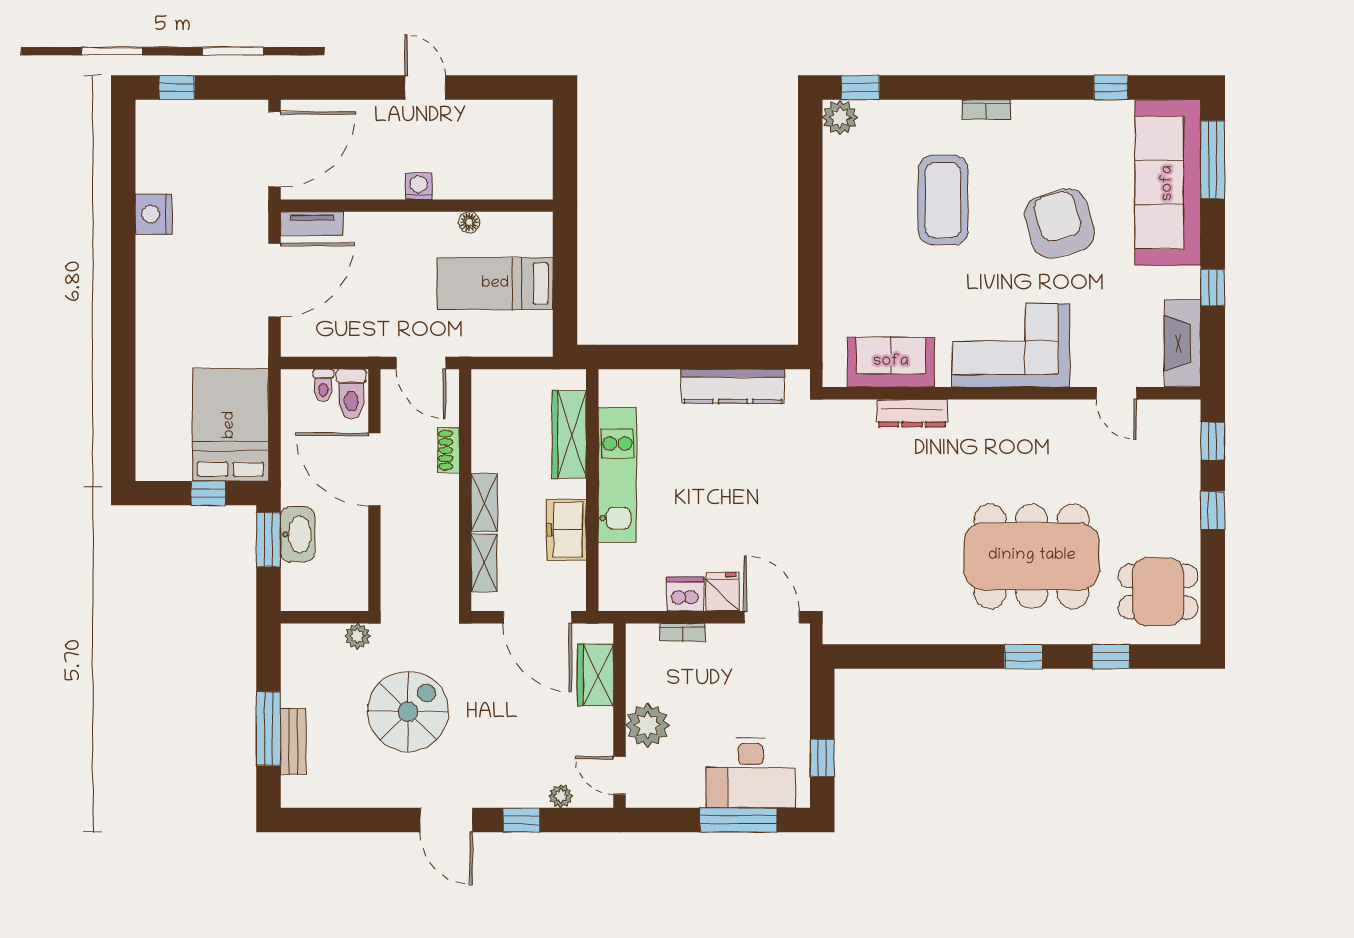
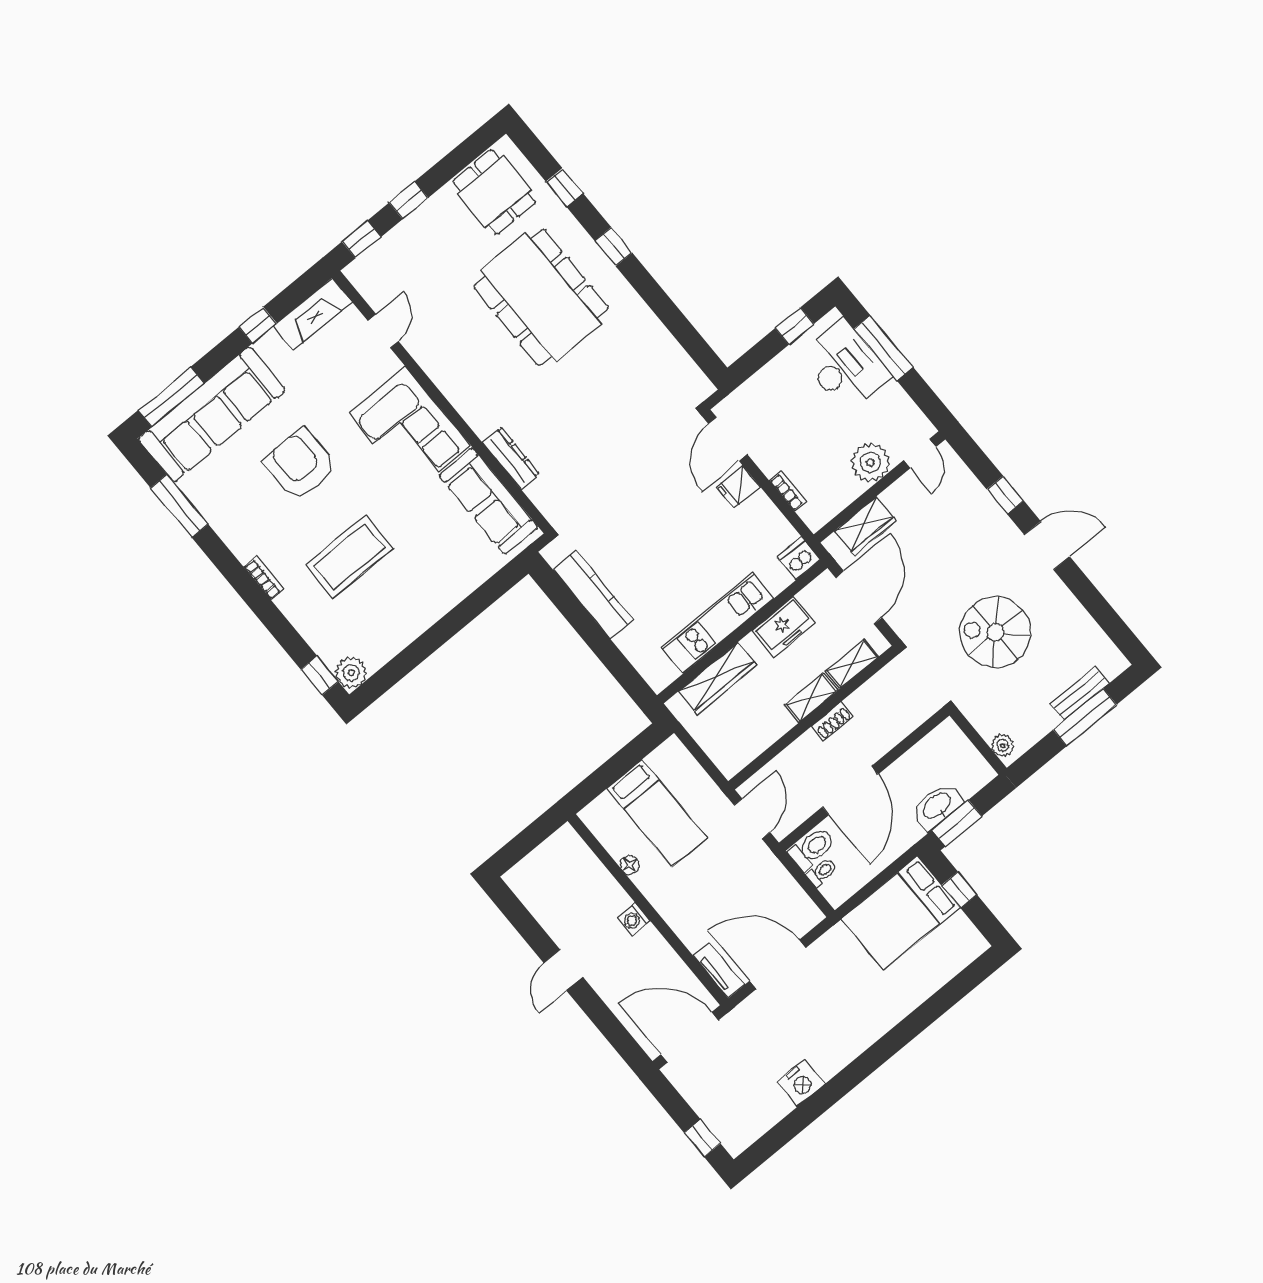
window: (1111, 88) -> (179, 506), width x2.17
armchair: (1060, 224) -> (300, 464), turned 106
sofa: (891, 362) -> (488, 501), width x1.36
shoe rack: (448, 450) -> (832, 721), moved
dishwasher: (685, 594) -> (799, 558), moved, turned 90
plant: (357, 636) -> (1003, 745), moved
plant: (561, 796) -> (967, 482), removed
door: (446, 820) -> (1047, 546), hinge flipped

